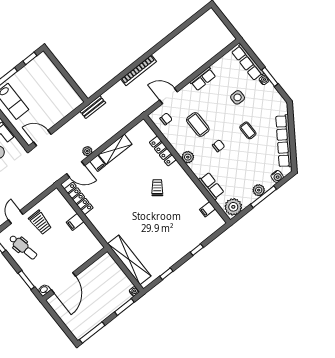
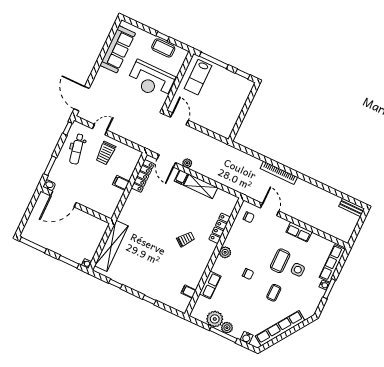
bench: (93, 107) -> (352, 207), moved
coffee table: (198, 125) -> (280, 261), moved
plant: (233, 207) -> (215, 319), moved

